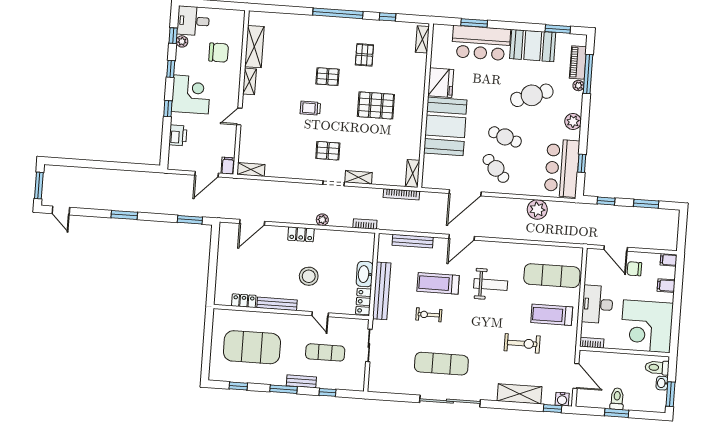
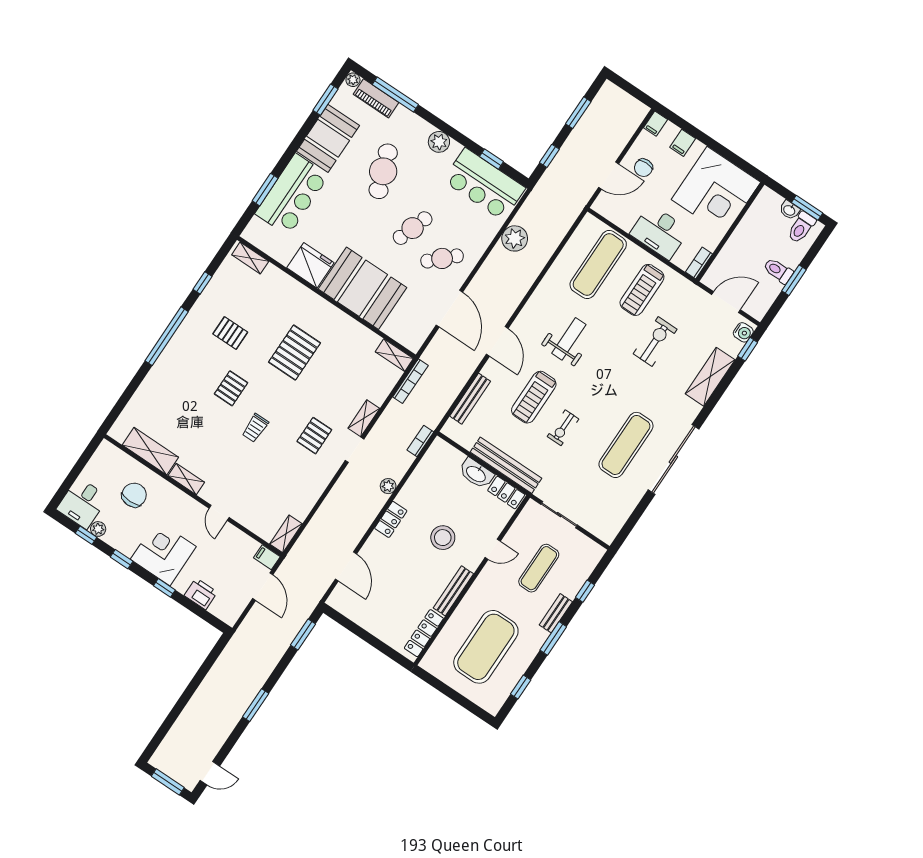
plant: (578, 85) -> (353, 80), moved
locker: (244, 301) -> (424, 633), width x1.53
toilet: (657, 368) -> (801, 227), moved

